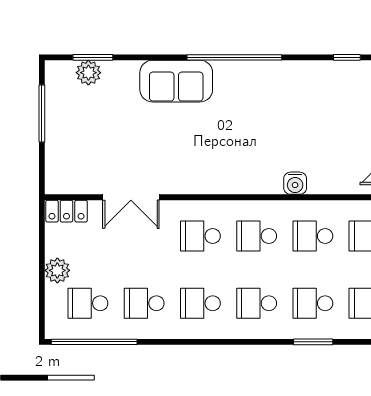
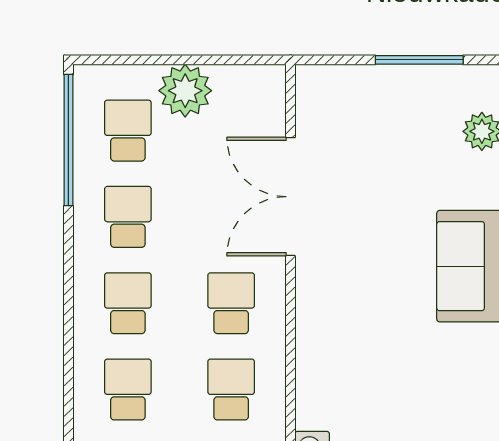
double door: (131, 197) -> (291, 197), width x1.37
locker: (66, 211) -> (269, 98), removed
plant: (57, 270) -> (185, 91), width x1.36, depth x1.36

